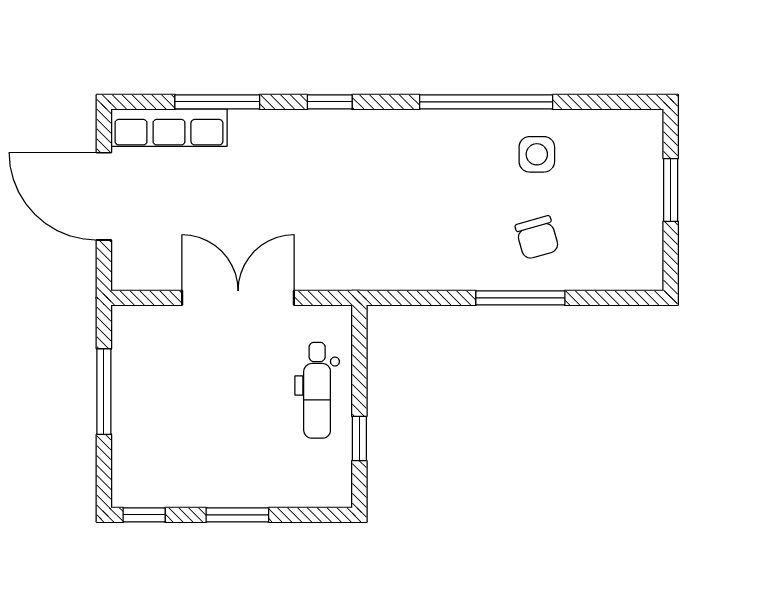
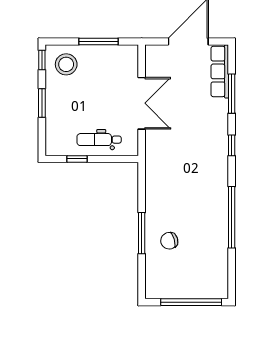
side table: (537, 154) -> (208, 241), removed
window: (671, 190) -> (191, 302), width x2.11
stool: (154, 462) -> (66, 64), added

